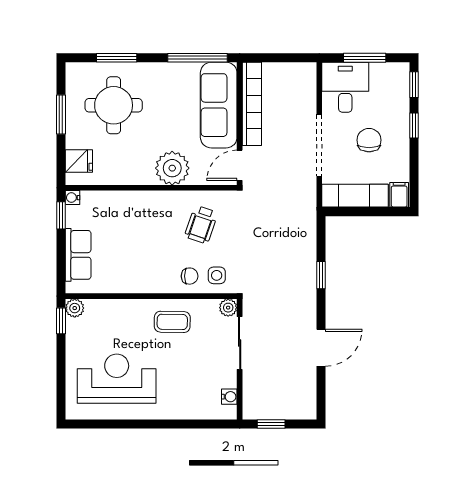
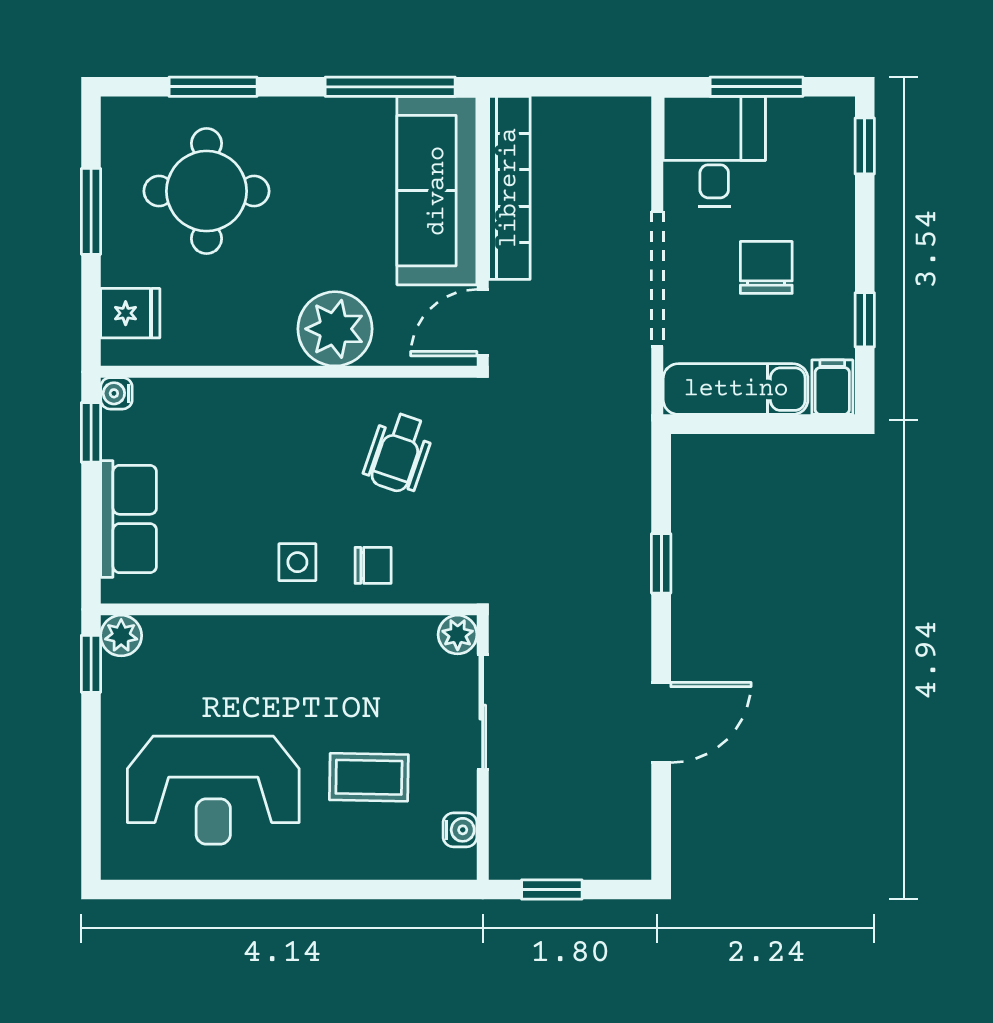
window: (414, 126) -> (865, 320), moved
side table: (217, 275) -> (297, 562), moved
coffee table: (172, 322) -> (369, 777), moved
reception desk: (117, 379) -> (213, 790), turned 180

